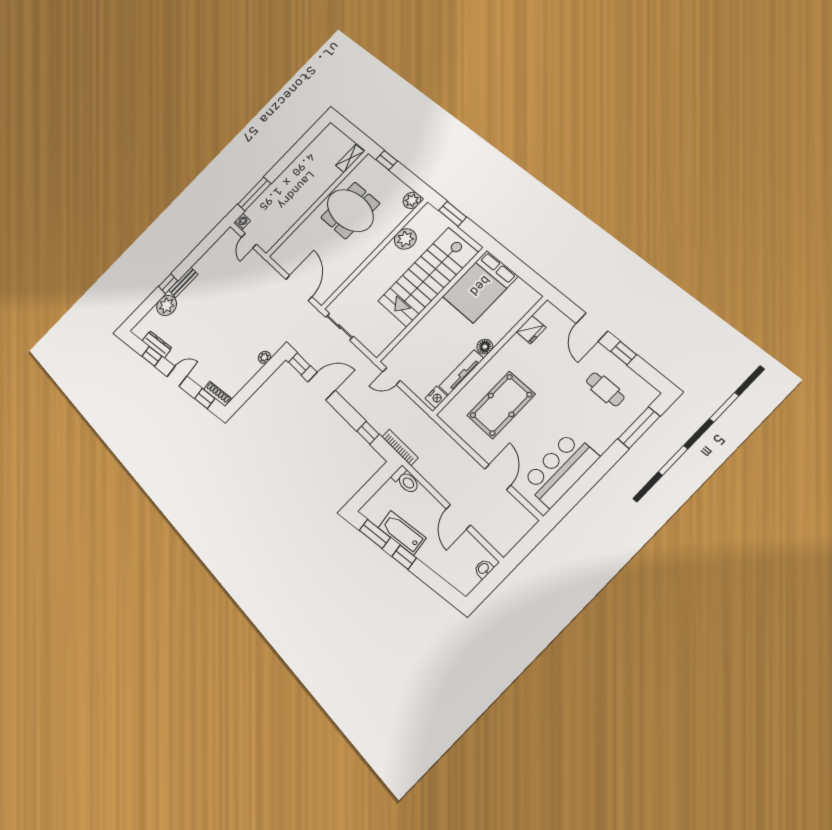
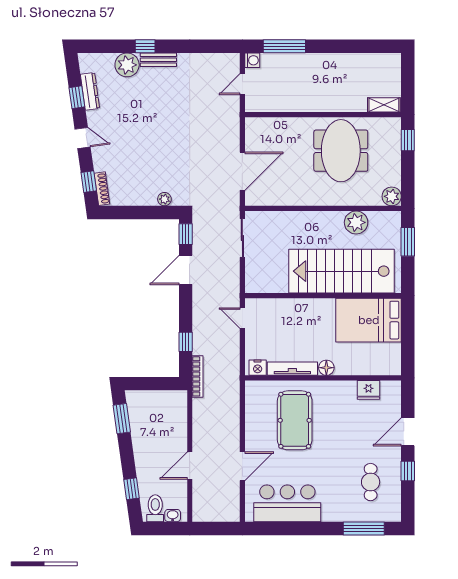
door: (321, 386) -> (186, 270), swing flipped
pool table: (501, 405) -> (295, 420), turned 90
toilet: (406, 480) -> (155, 508), moved, turned 180
bathtub: (402, 533) -> (141, 437), removed
window: (404, 557) -> (132, 489), moved

